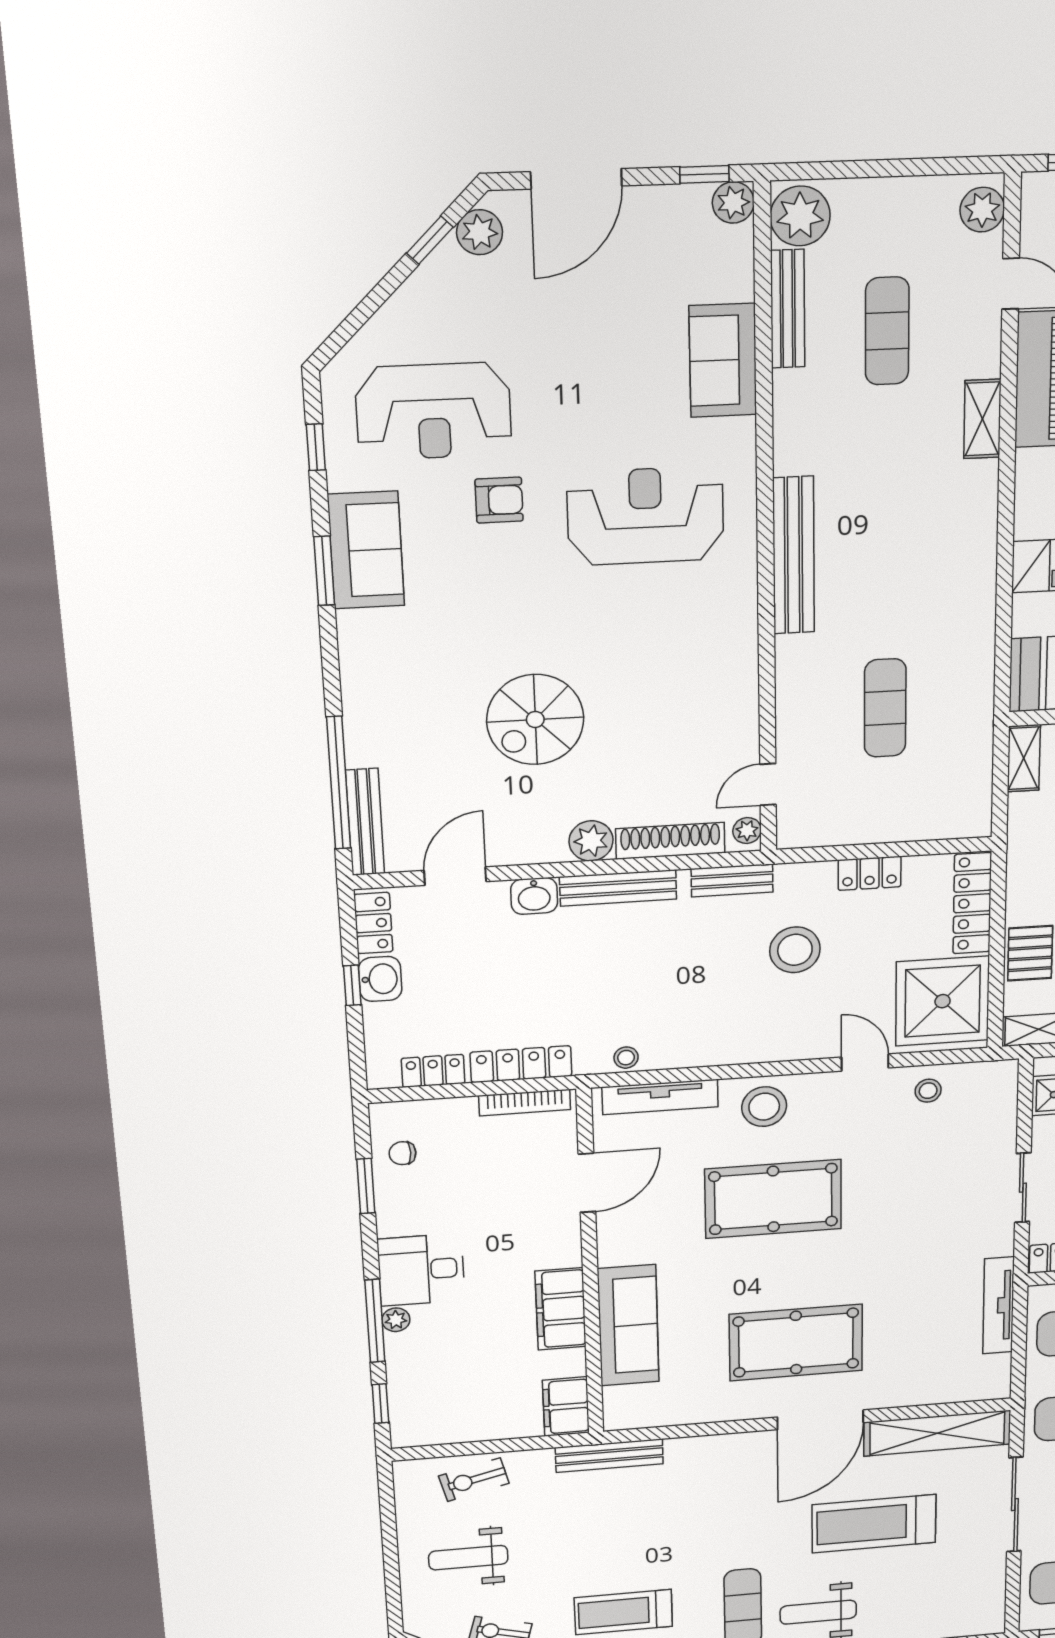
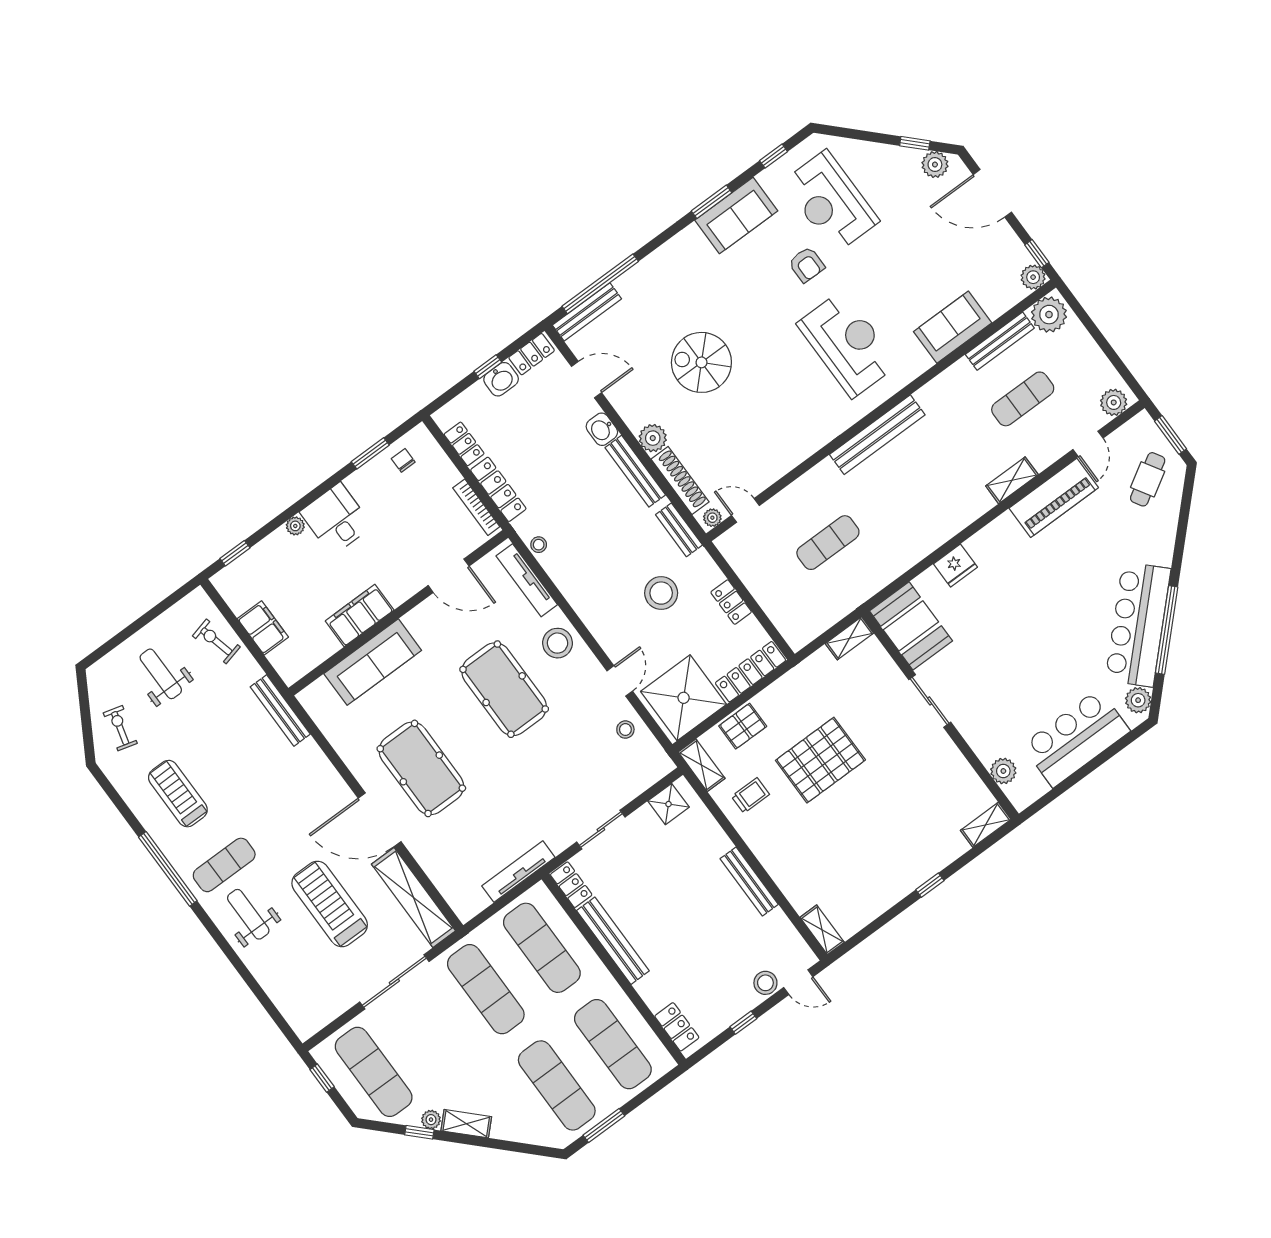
window: (375, 1321) -> (287, 515), removed
filing cabinet: (566, 1407) -> (263, 628), moved, turned 90

